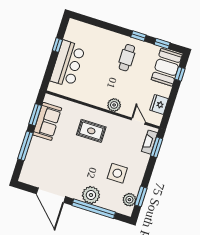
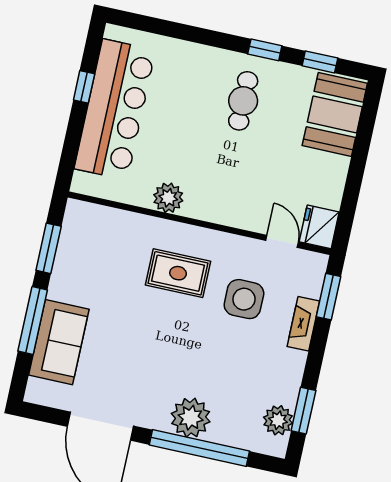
bar counter: (68, 64) -> (115, 109), width x1.36
window: (180, 74) -> (366, 127), removed
fridge: (159, 104) -> (319, 227), moved
plant: (114, 105) -> (168, 198), moved
sofa: (47, 121) -> (59, 342), moved
fireplace: (149, 142) -> (303, 324), moved
side table: (117, 173) -> (244, 299), moved

